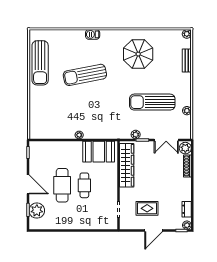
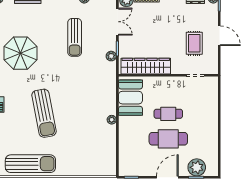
sun lounger: (152, 102) -> (75, 37), width x0.73, depth x0.75

